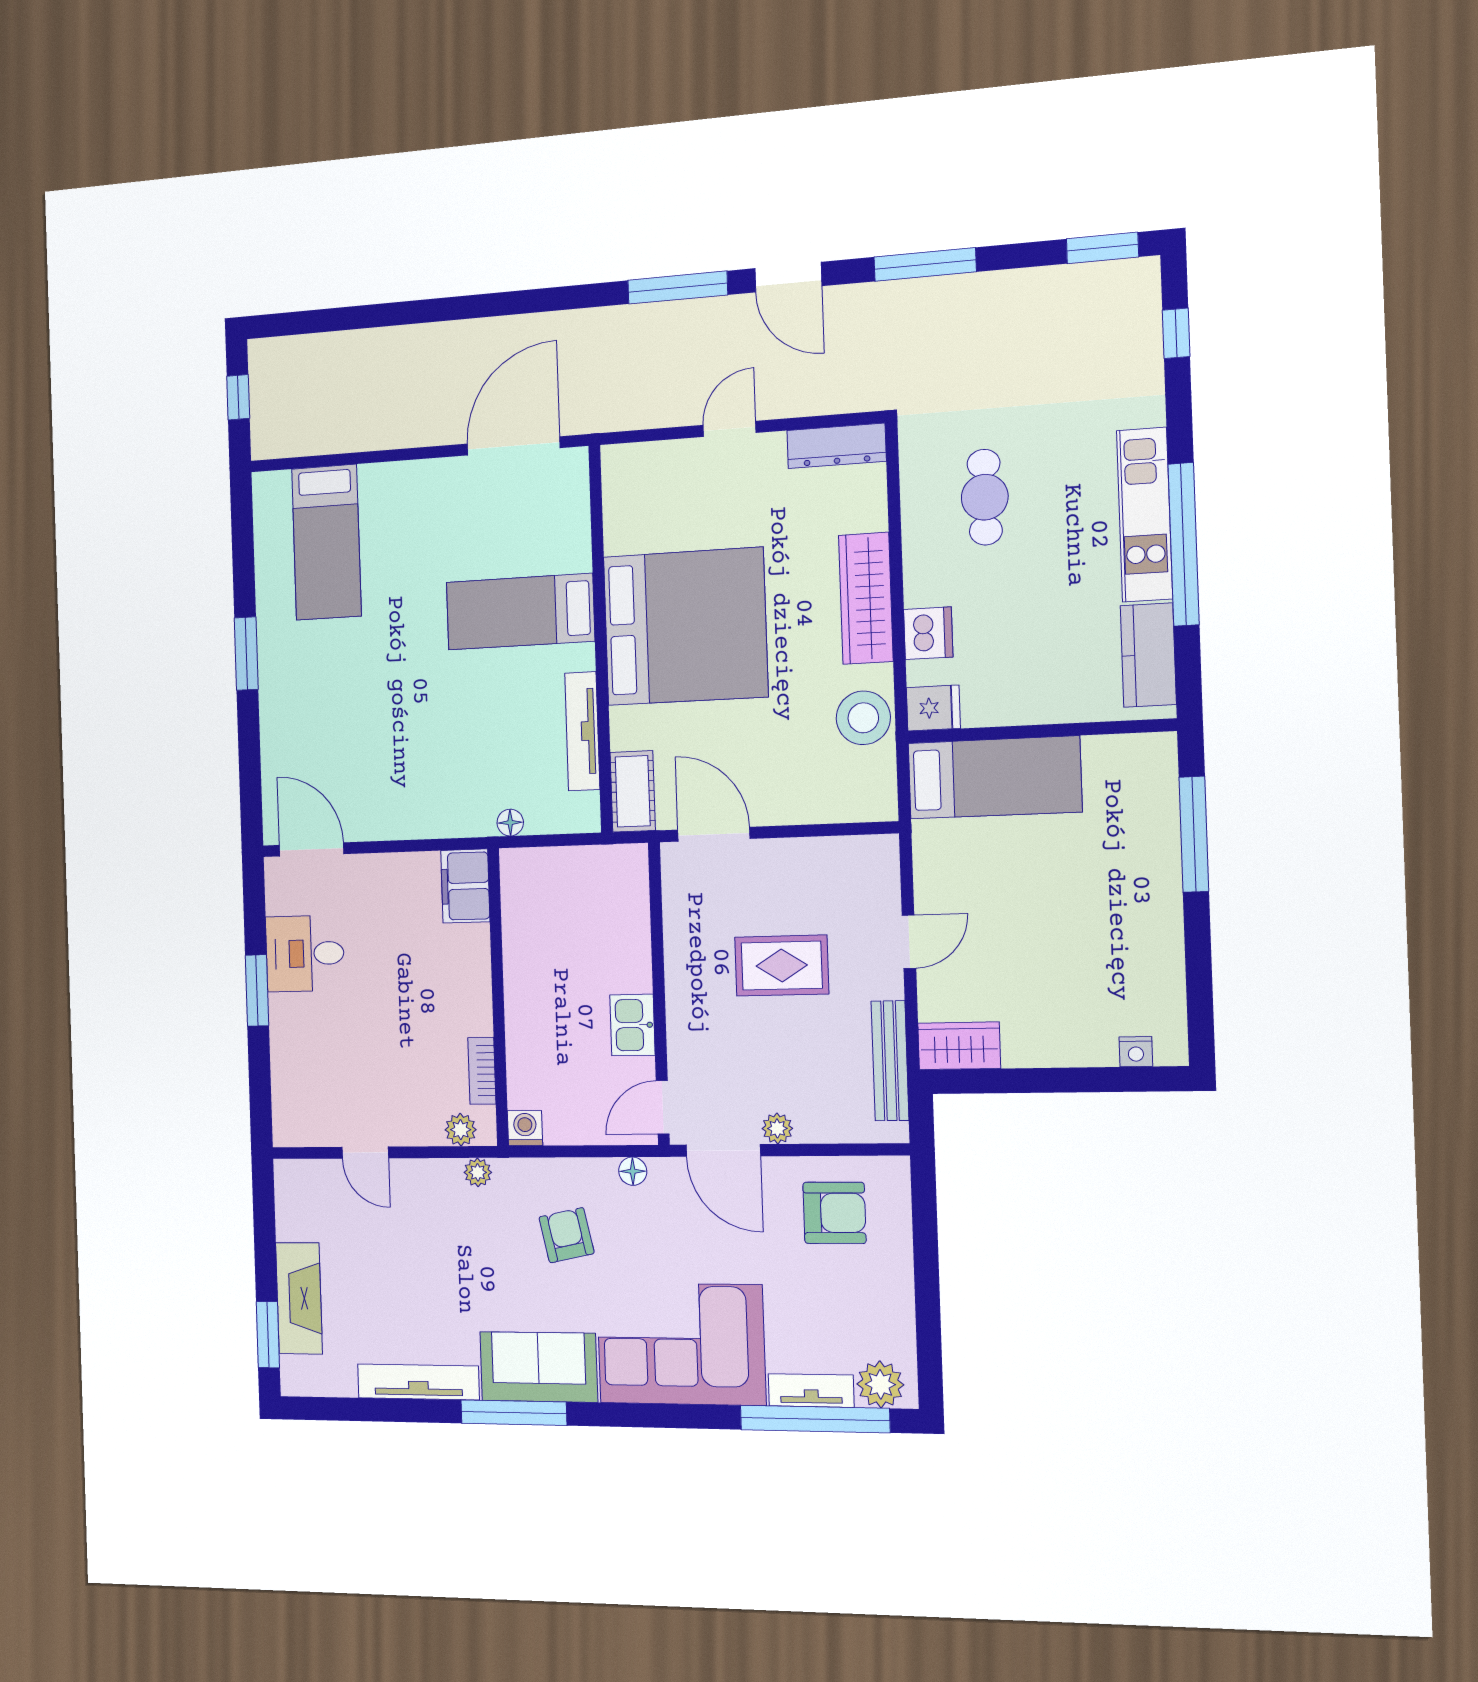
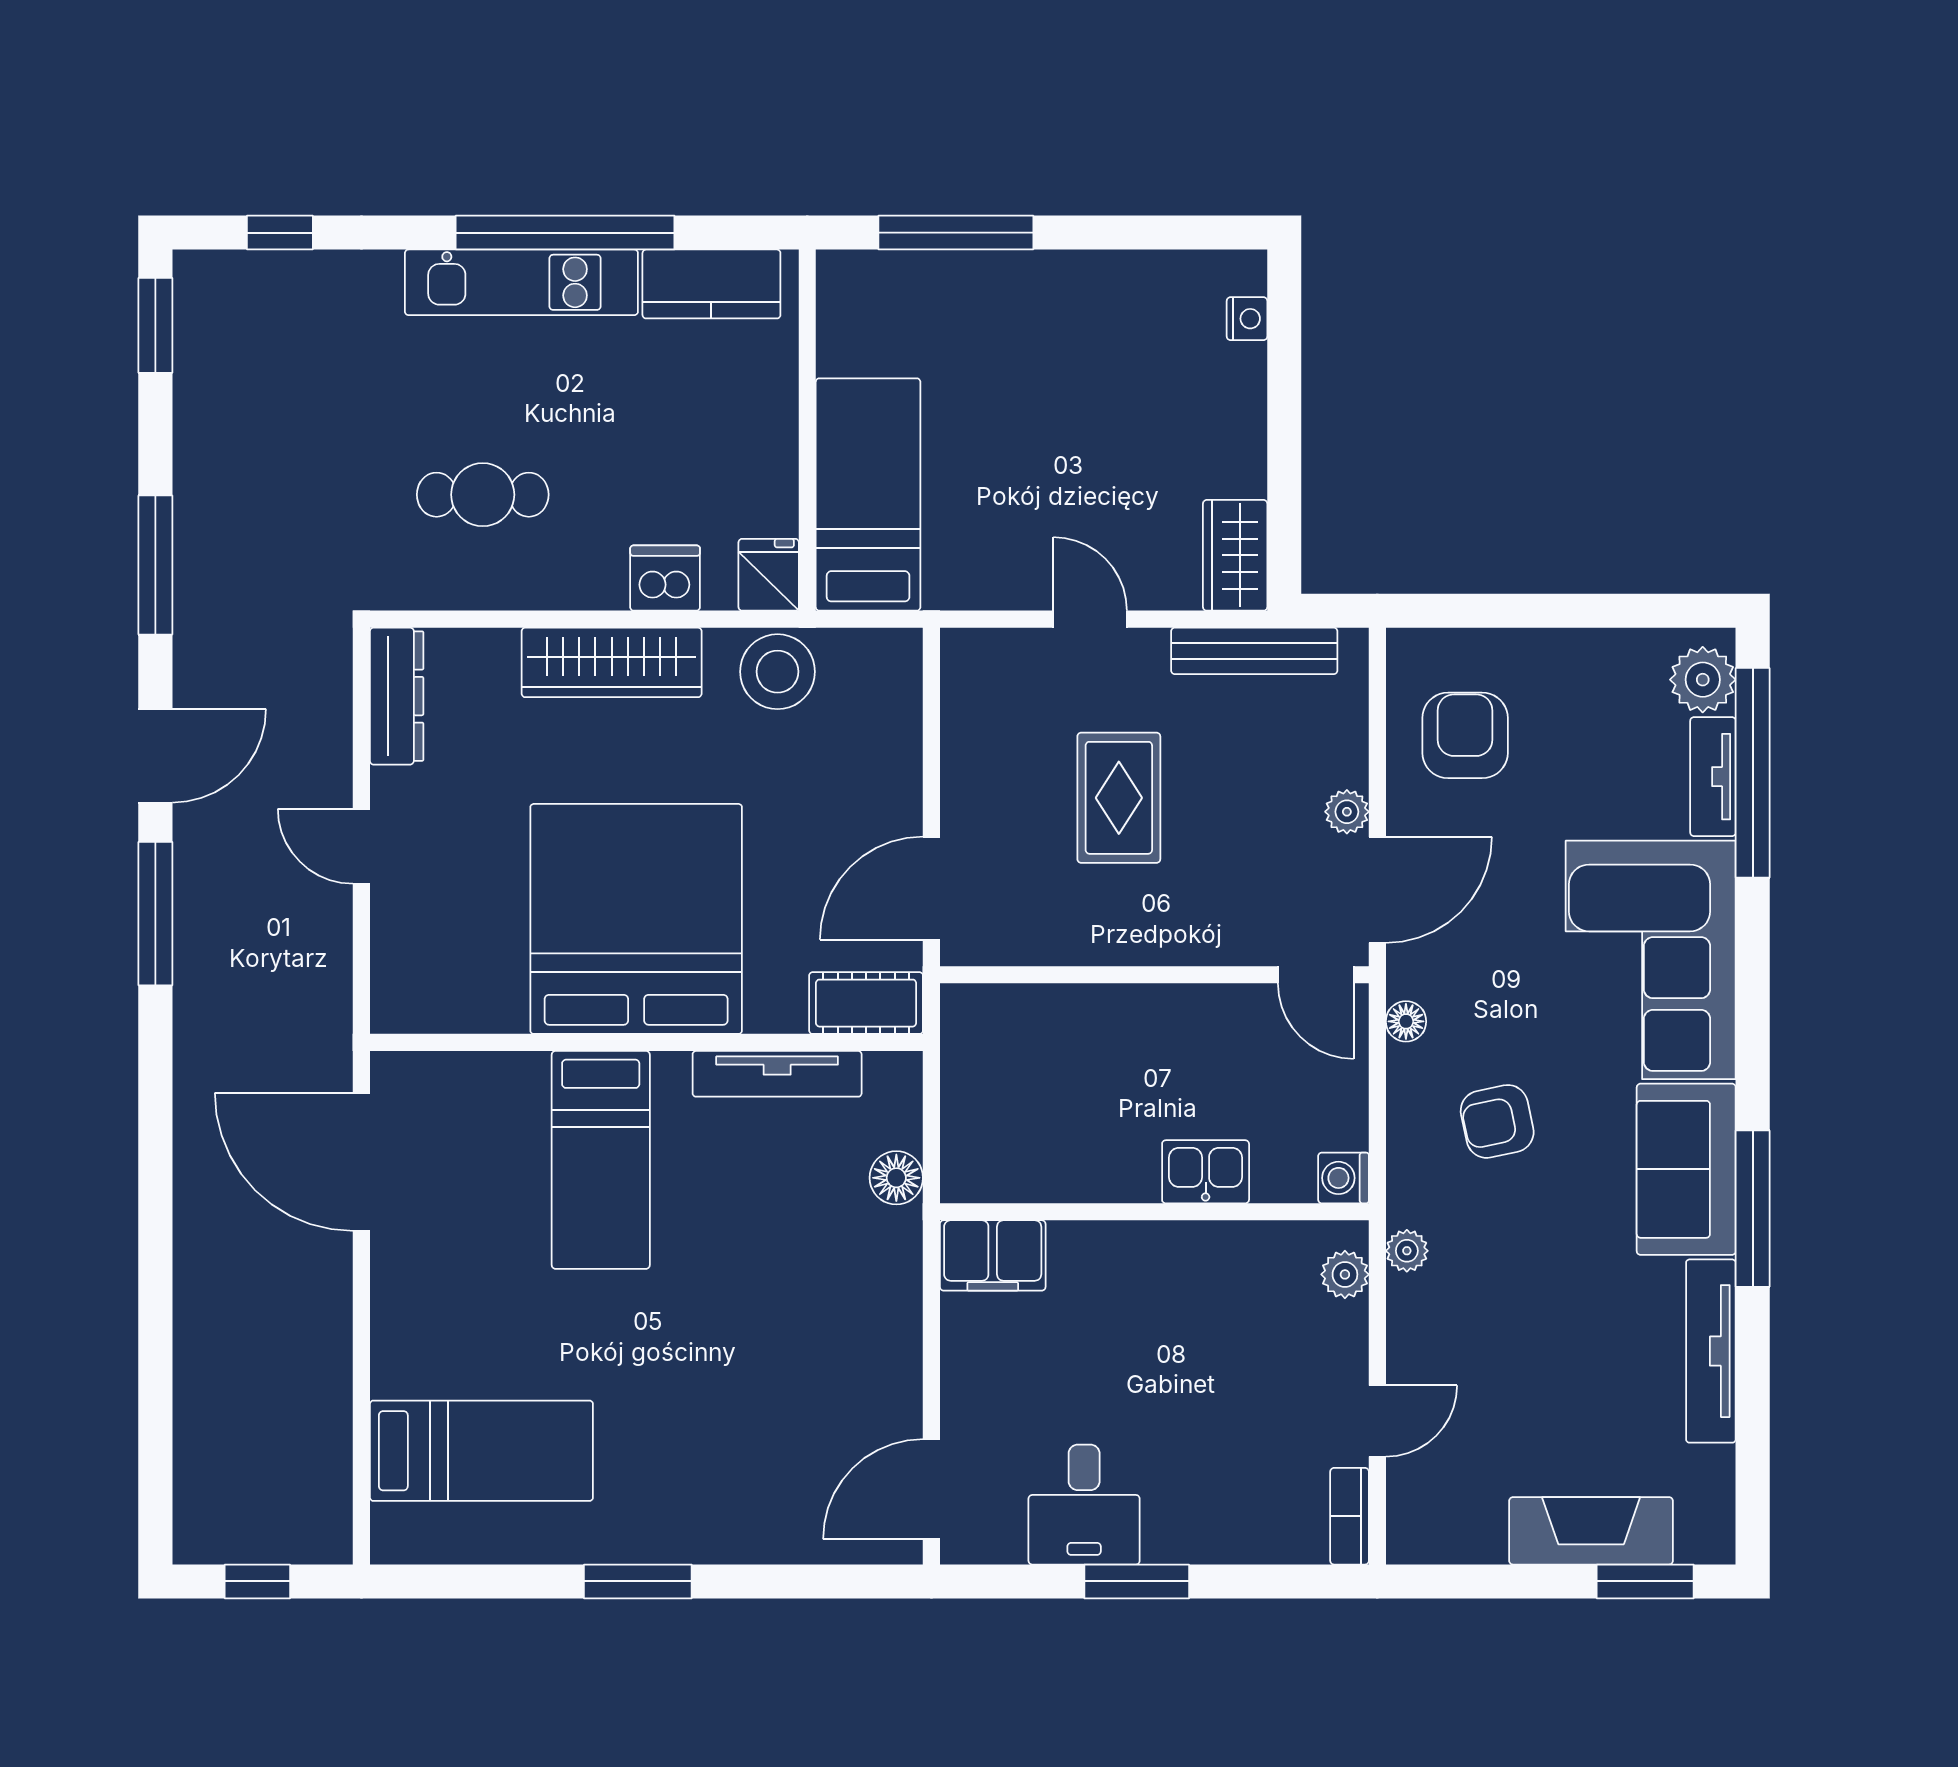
floor lamp: (510, 823) -> (896, 1178), width x1.37, depth x1.37
kitchen sink: (632, 1025) -> (1206, 1172), moved, turned 180
bookcase: (482, 1071) -> (1350, 1516), moved, turned 90

